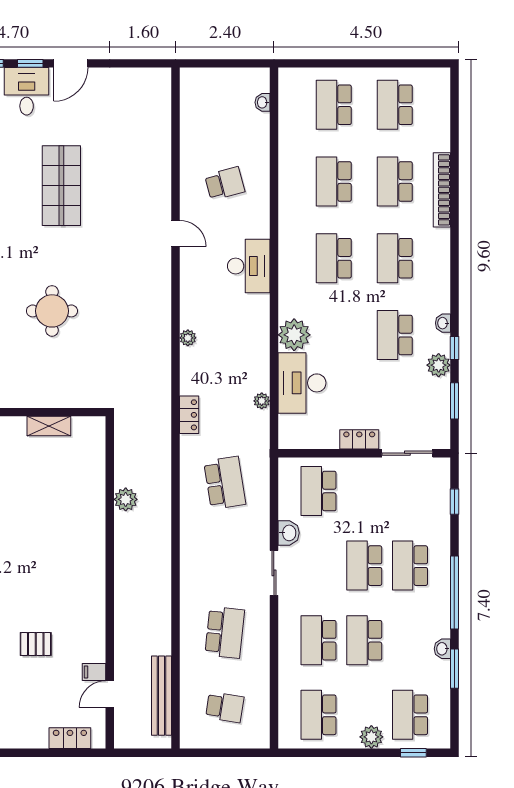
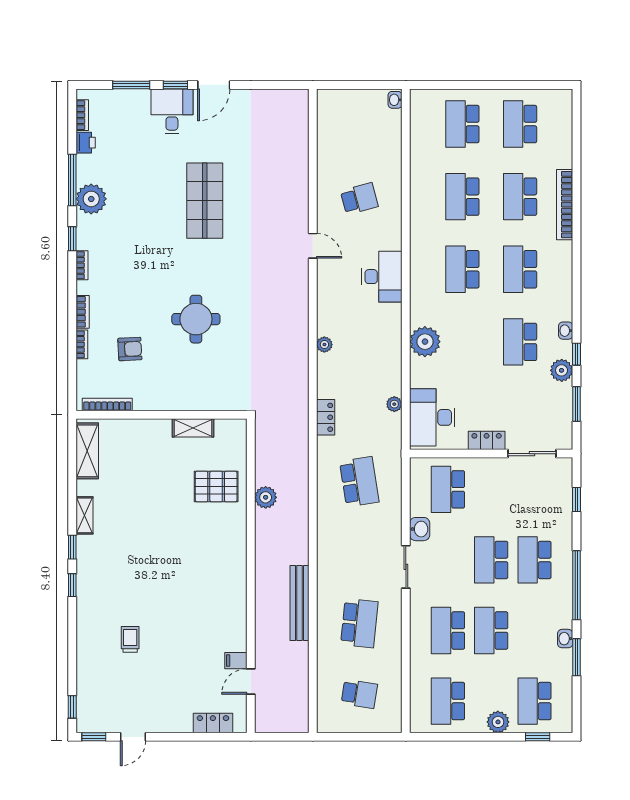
washbasin: (263, 102) -> (395, 100), moved
desk: (302, 383) -> (432, 417), moved
pallet: (36, 644) -> (216, 487), moved, width x1.50, depth x1.42
bench: (161, 696) -> (299, 603), moved

